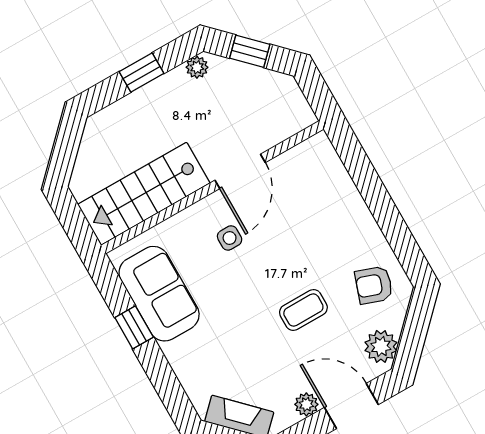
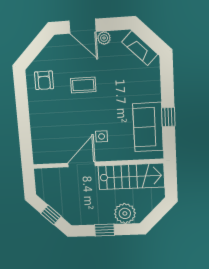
plant: (197, 67) -> (125, 213), moved, width x1.88, depth x1.88
armchair: (374, 285) -> (44, 80), turned 71
plant: (381, 346) -> (54, 49), removed

